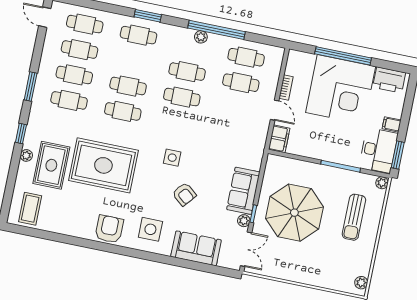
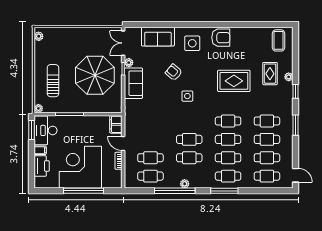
window: (148, 16) -> (224, 191), width x1.44
cafe table: (133, 61) -> (228, 158), added
printer: (389, 80) -> (42, 166), moved, turned 90
rug: (51, 165) -> (270, 74), width x0.73, depth x0.70
rug: (103, 165) -> (234, 81), width x0.73, depth x0.69
armchair: (109, 229) -> (221, 38), turned -90

